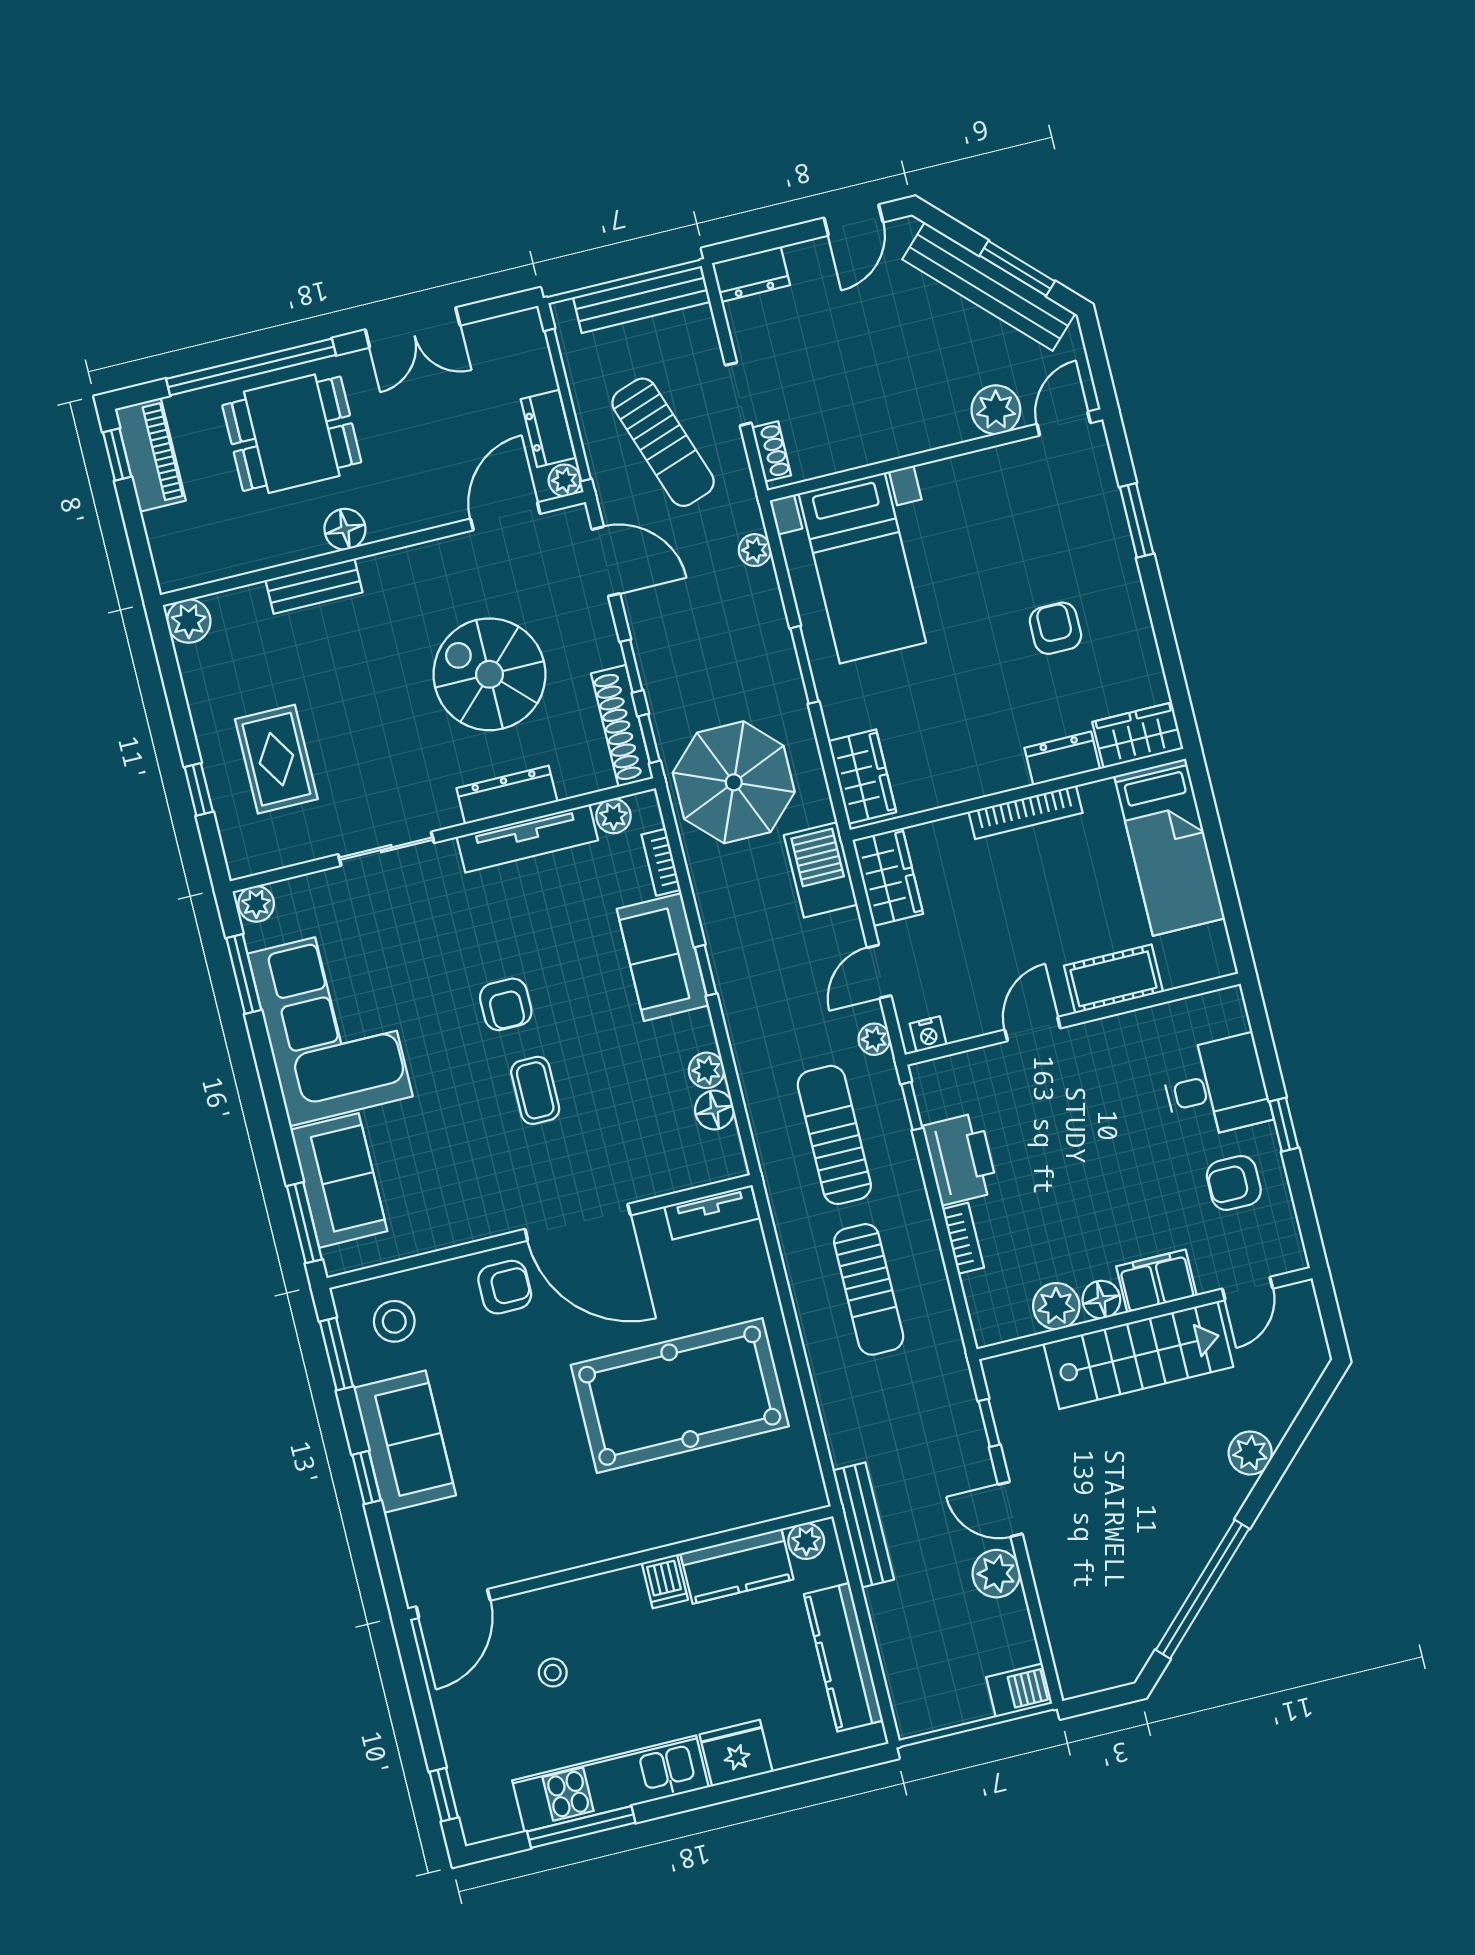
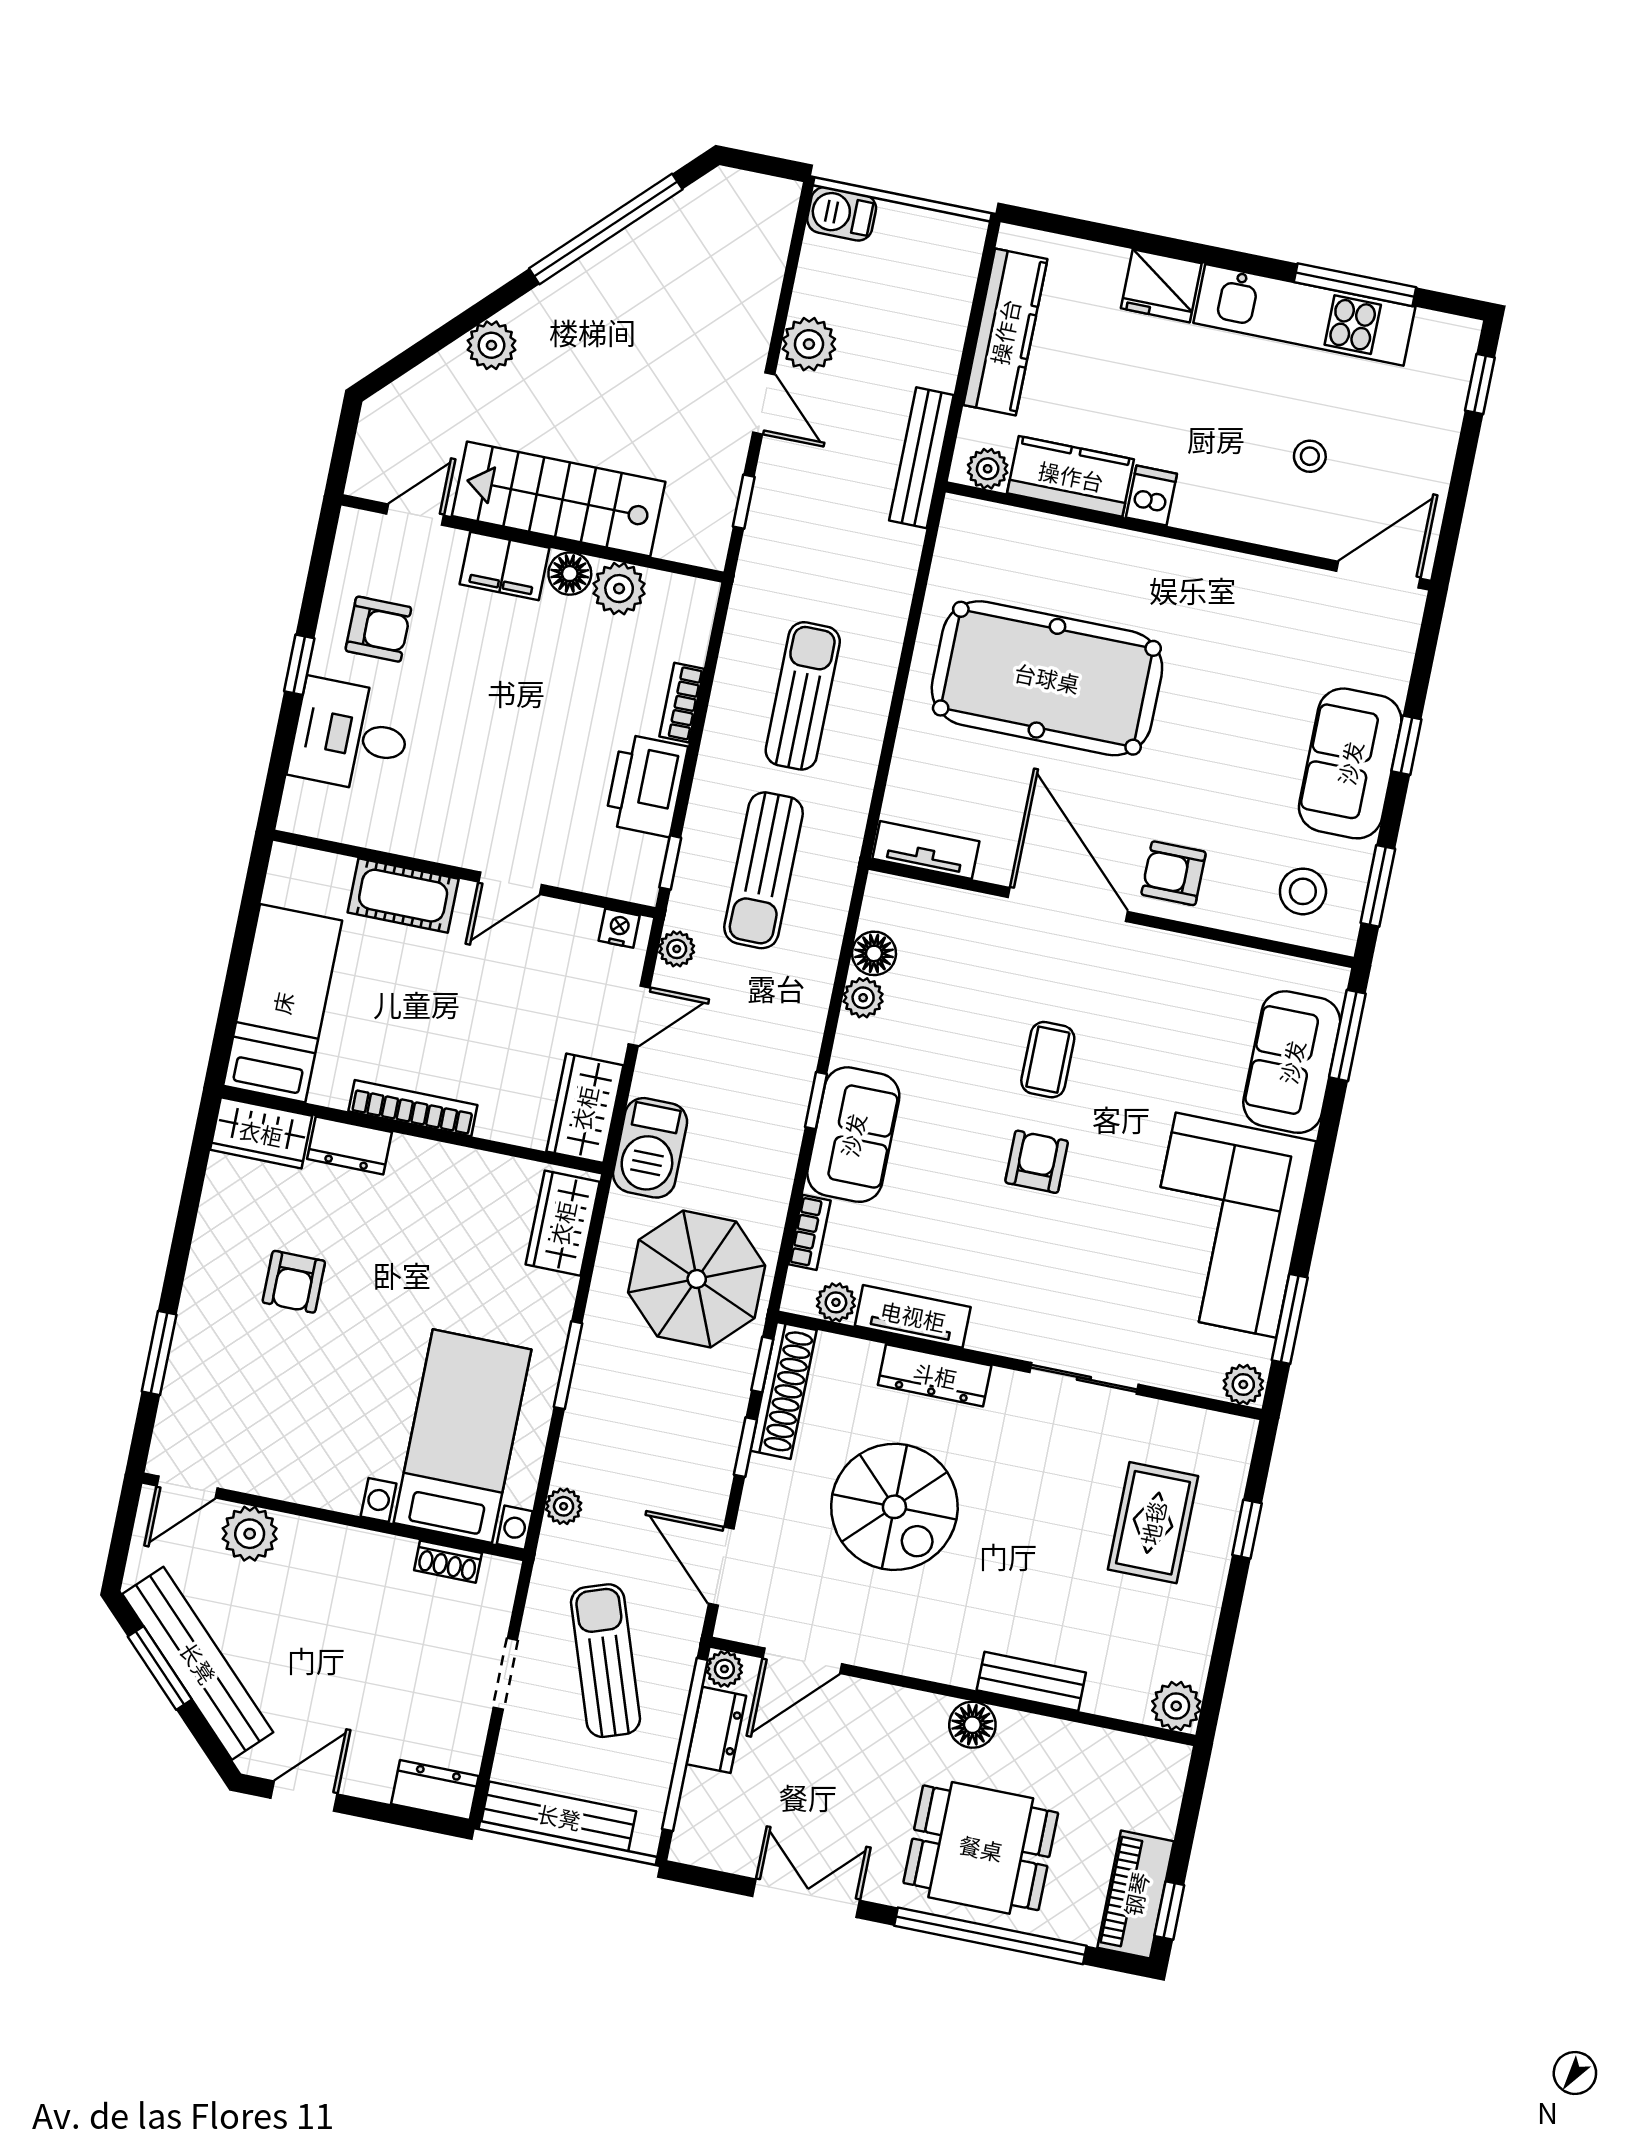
shoe rack: (771, 451) -> (448, 1562), moved, turned -90
tv unit: (527, 839) -> (913, 1316), width x0.71

